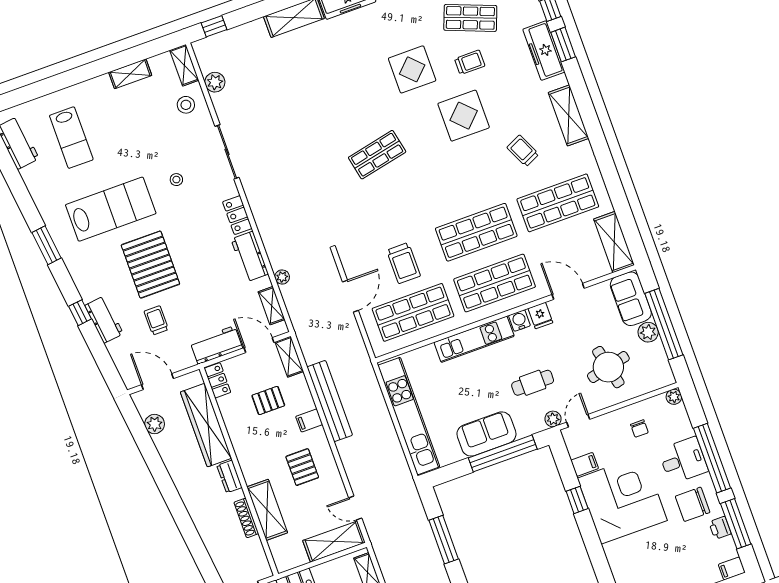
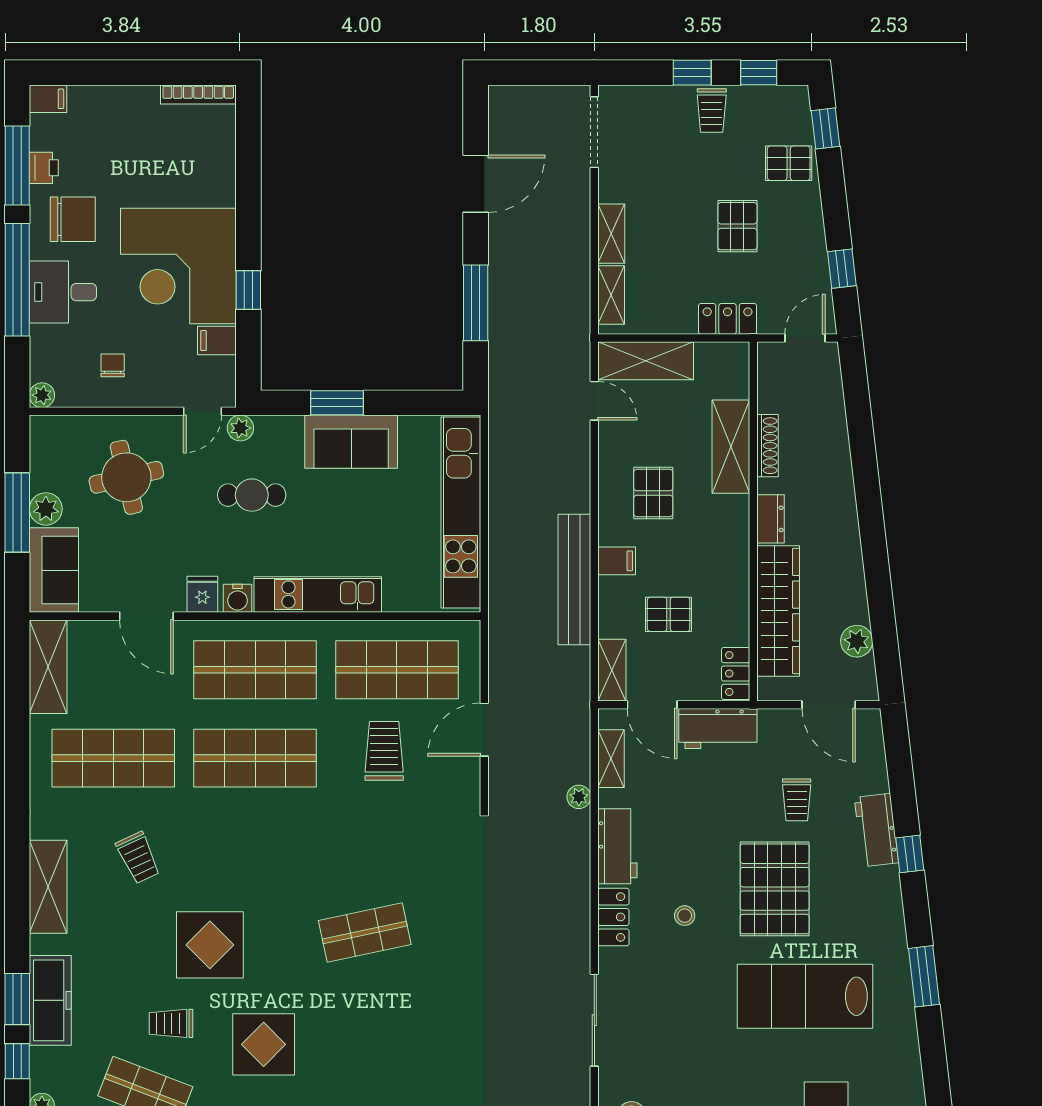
stool: (176, 180) -> (685, 916), moved
window: (664, 324) -> (17, 513), width x0.68
window: (503, 453) -> (337, 403), width x0.47

